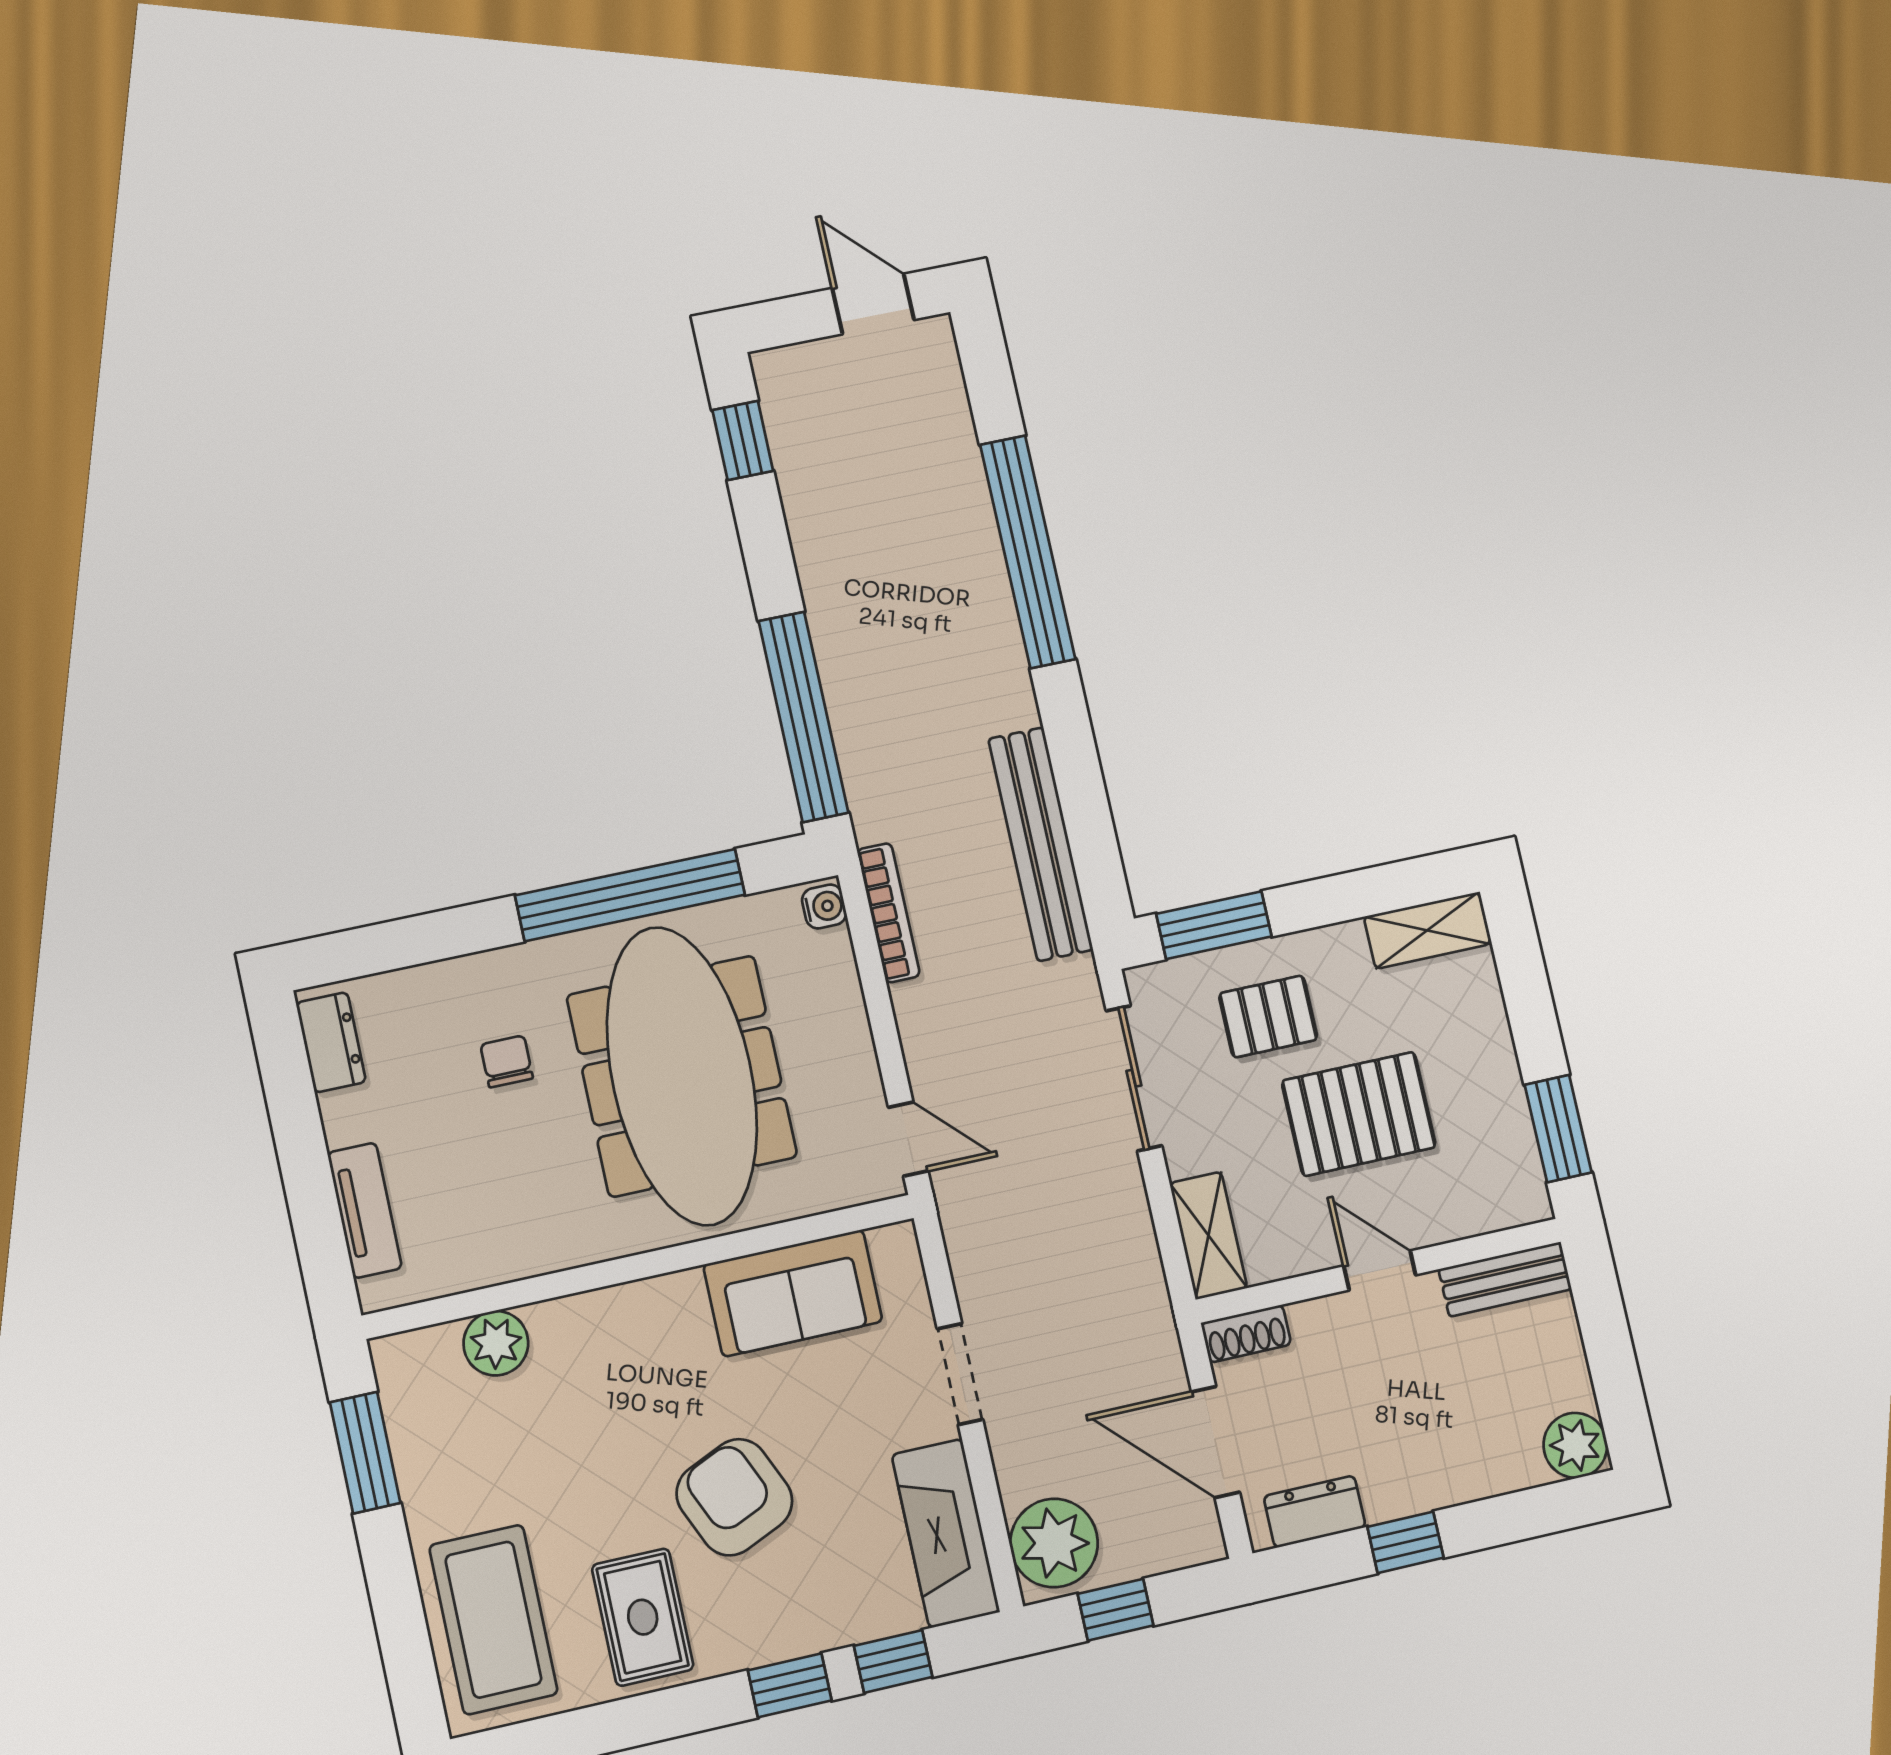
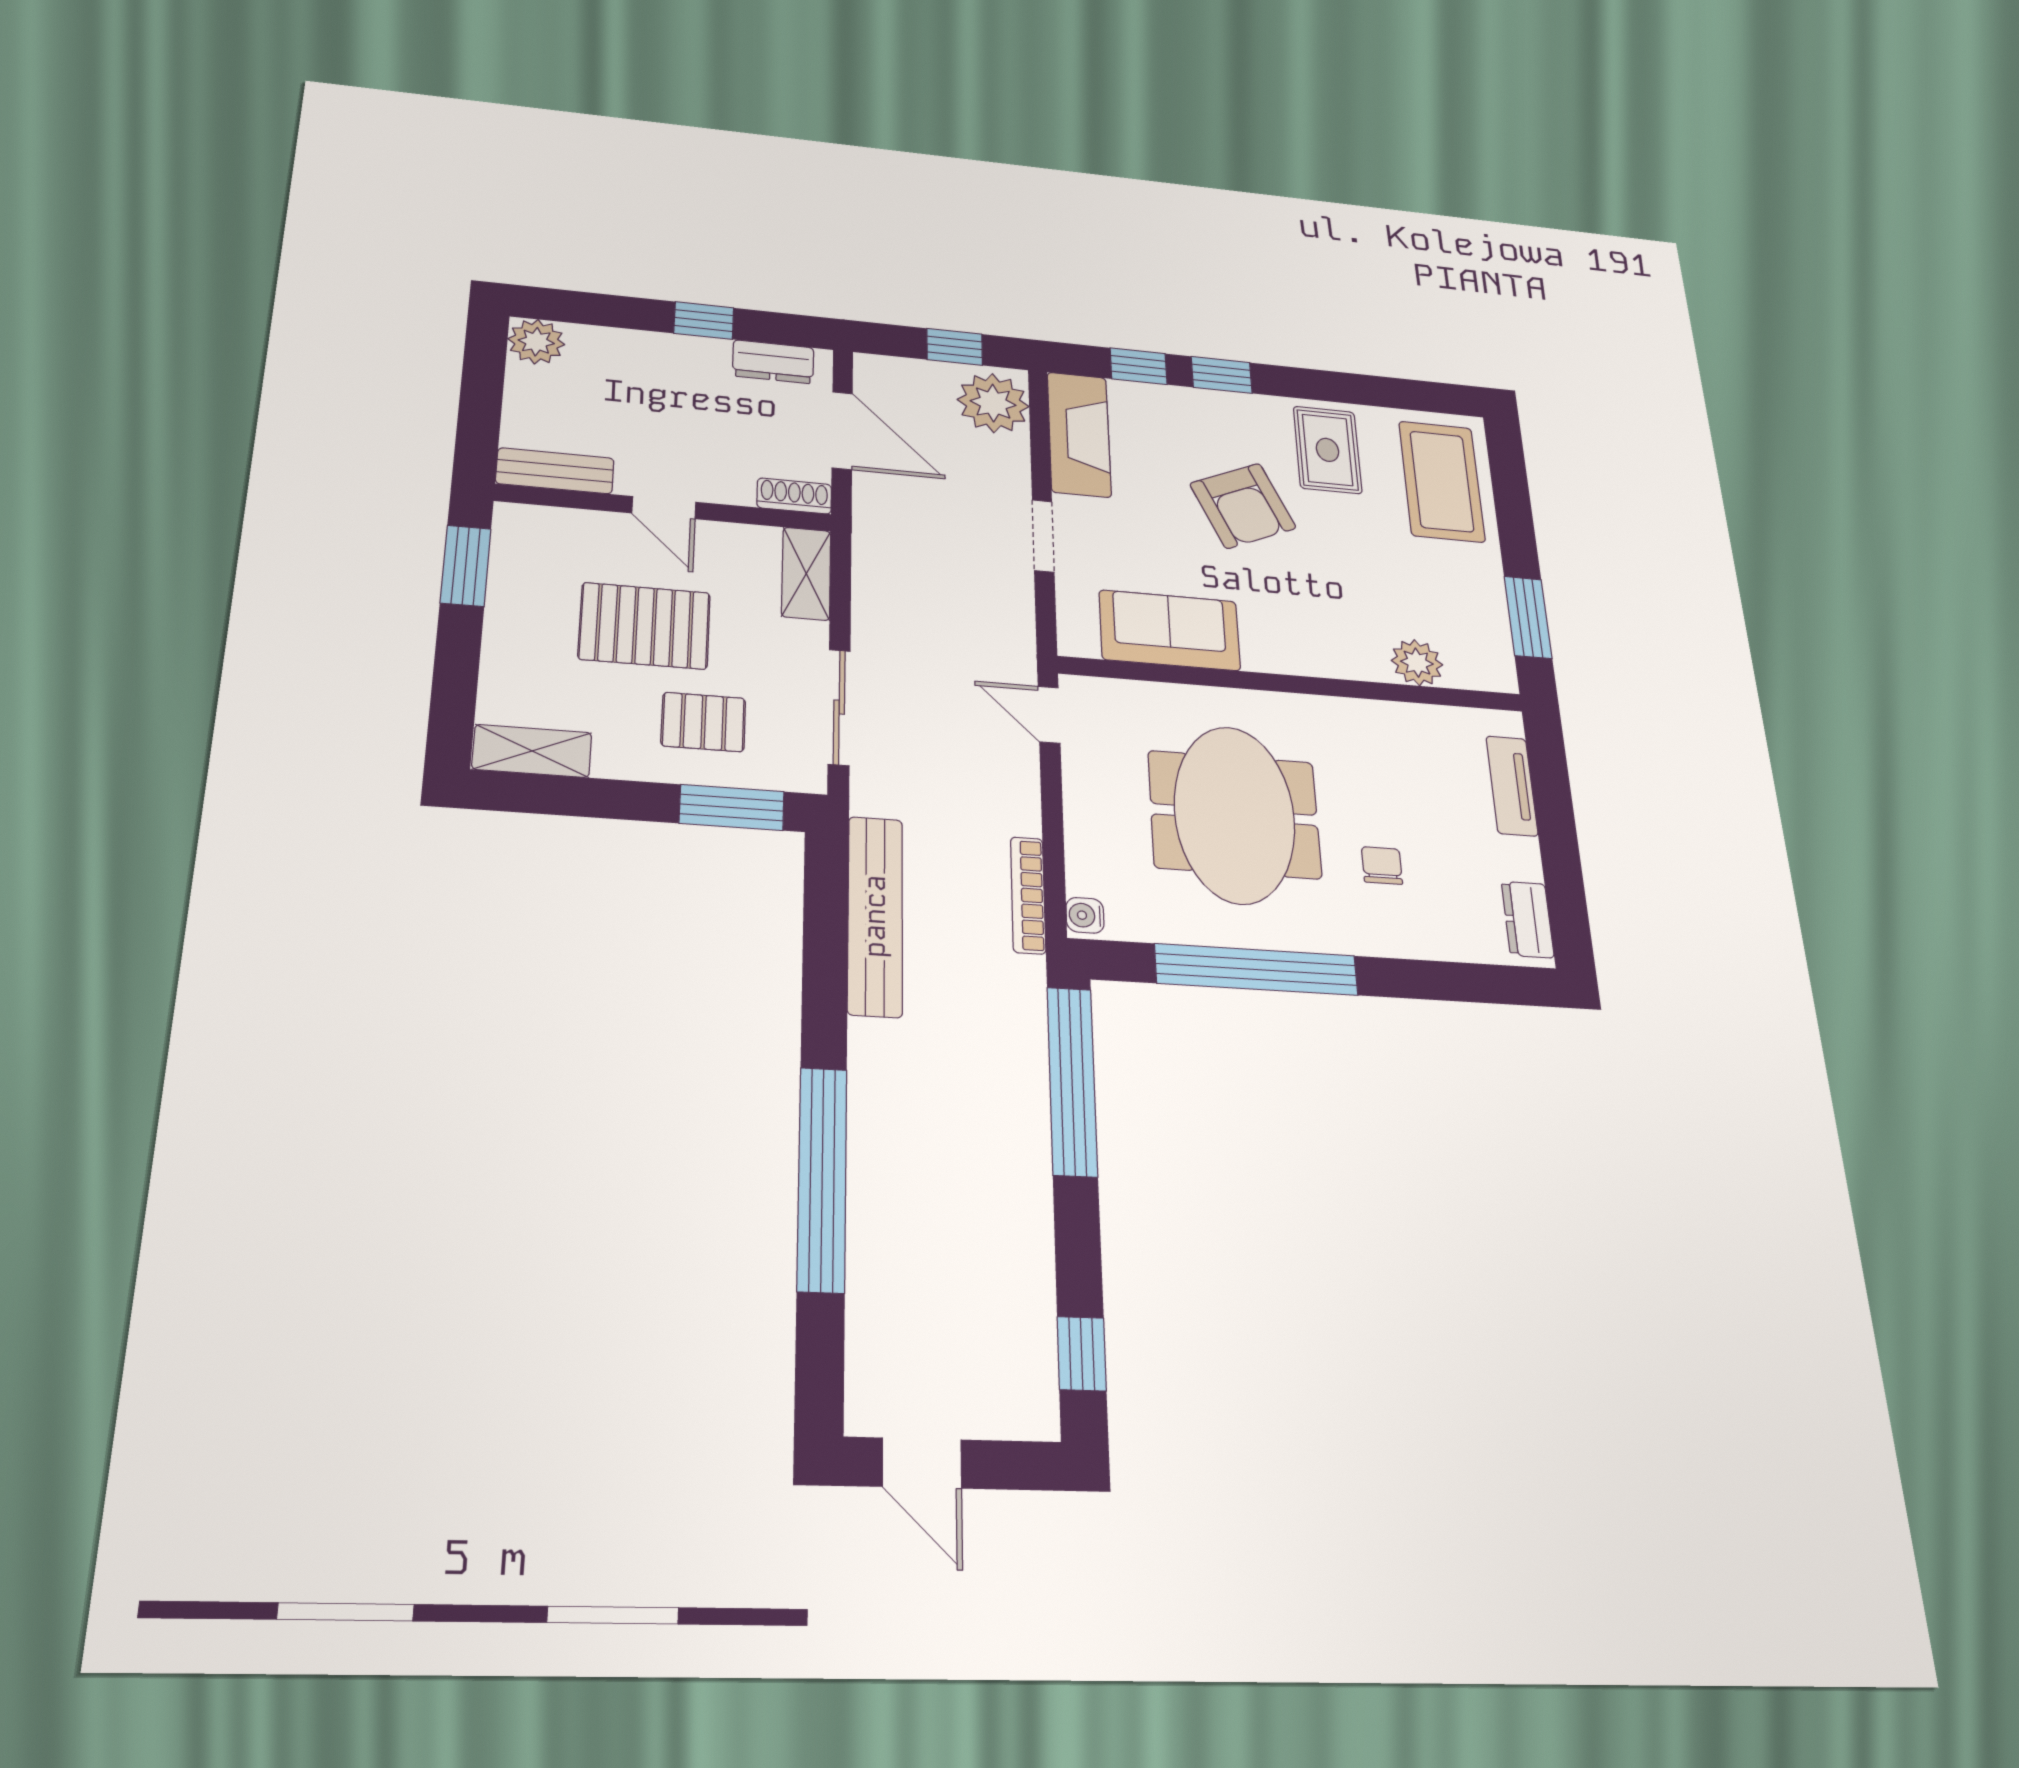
chair: (507, 1061) -> (1382, 865), turned 180
meeting table: (682, 1076) -> (1235, 815), width x0.73

